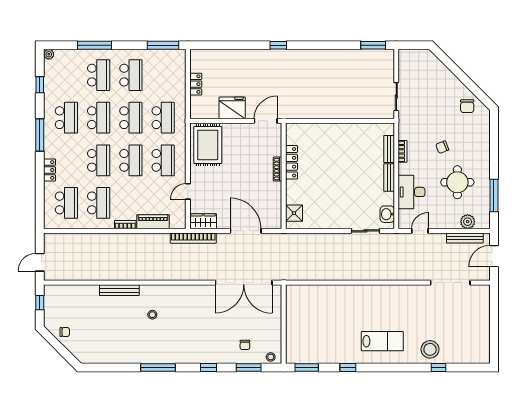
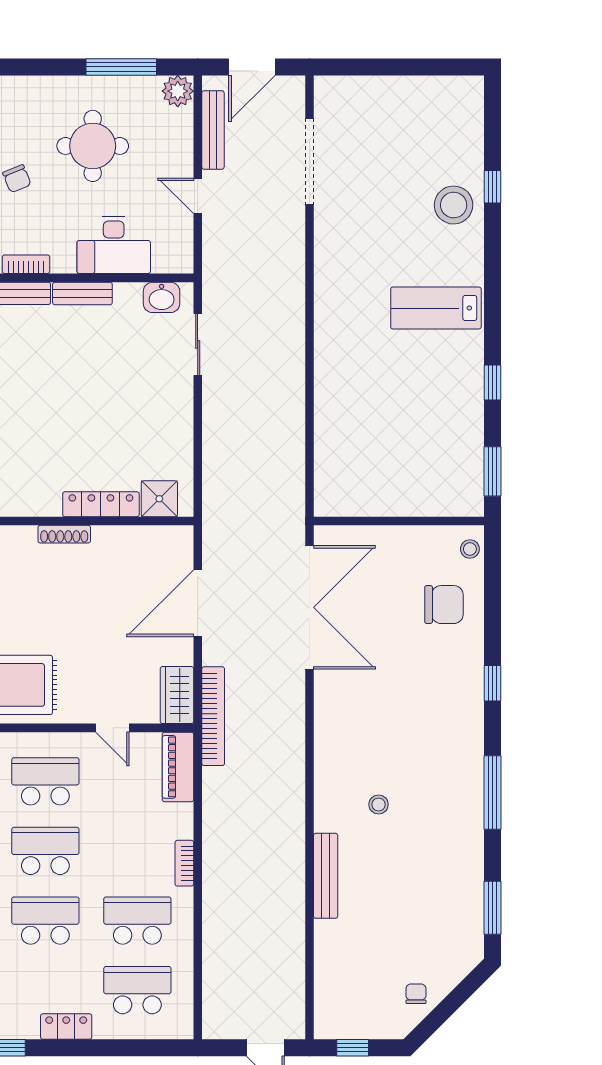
locker: (291, 162) -> (101, 504), moved
piano: (153, 222) -> (178, 767), moved
plant: (468, 222) -> (178, 91), moved
door: (420, 231) -> (198, 196), moved
door: (494, 256) -> (252, 67), hinge flipped
lab bench: (382, 341) -> (436, 308), turned -90
chair: (245, 345) -> (444, 605), width x1.87, depth x1.87
window: (249, 367) -> (493, 908), moved

